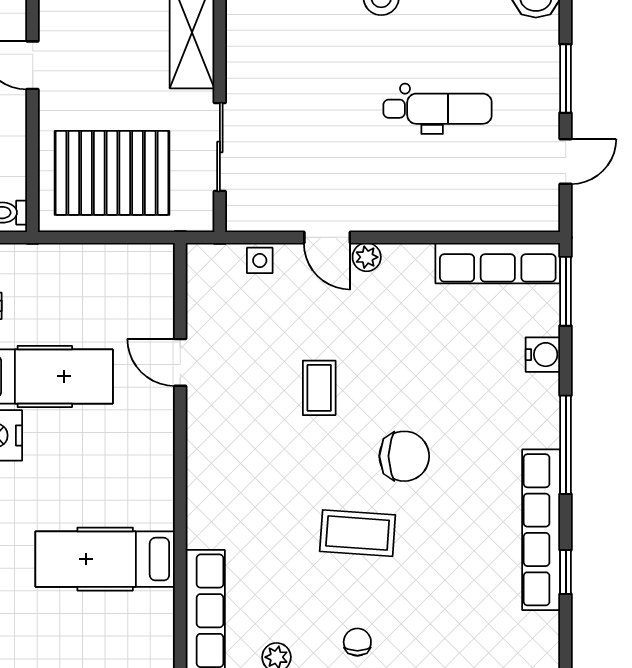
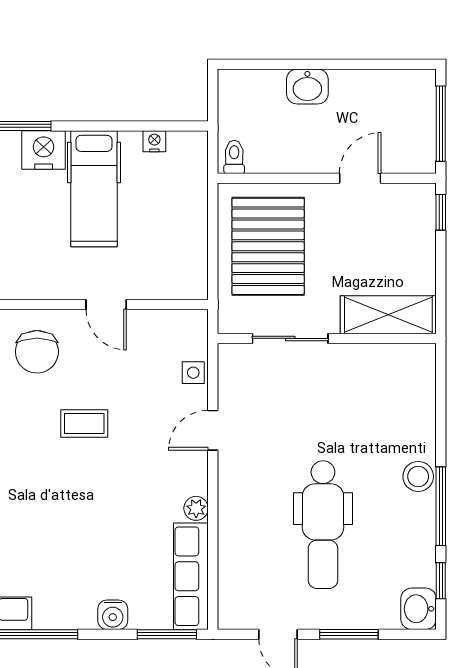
dental chair: (438, 109) -> (323, 525), width x1.36, depth x1.38
plant: (367, 257) -> (196, 508), moved
door: (180, 362) -> (106, 305), swing flipped
chair: (404, 456) -> (37, 352), moved

